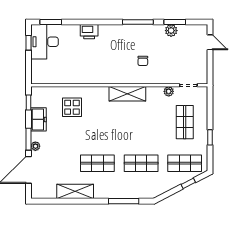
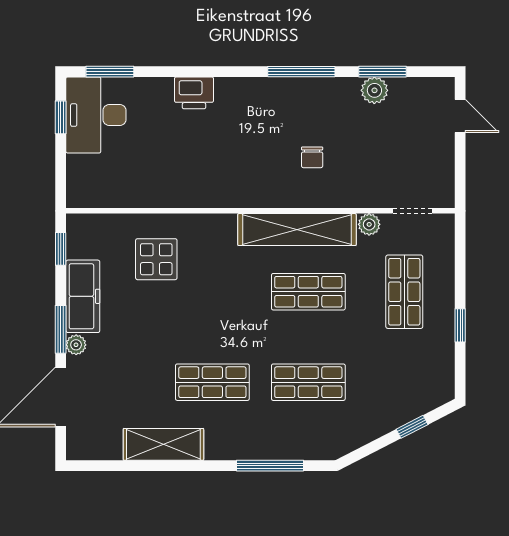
shelving: (127, 94) -> (297, 230), width x1.47
freezer: (39, 119) -> (83, 296), width x1.40
shop shelf: (185, 163) -> (308, 292), moved

